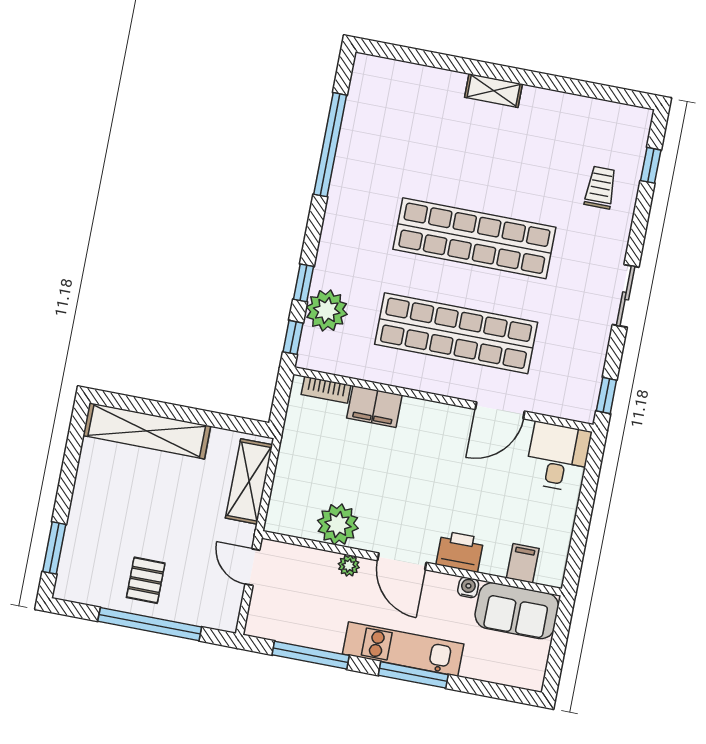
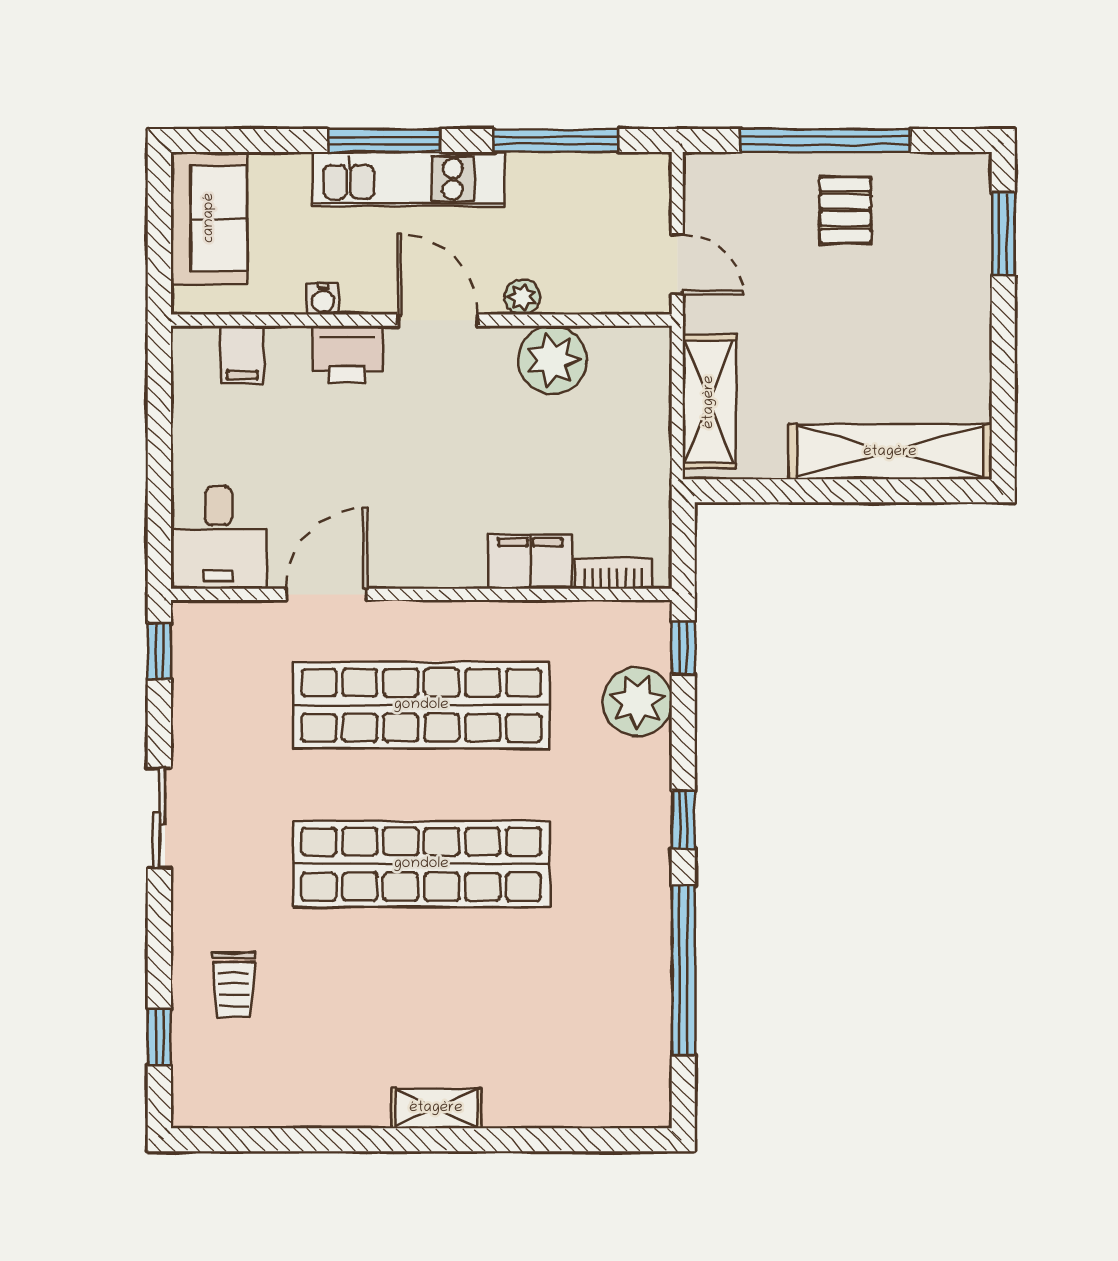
window: (303, 283) -> (683, 819), moved
sofa: (517, 611) -> (209, 218), moved, turned 90

